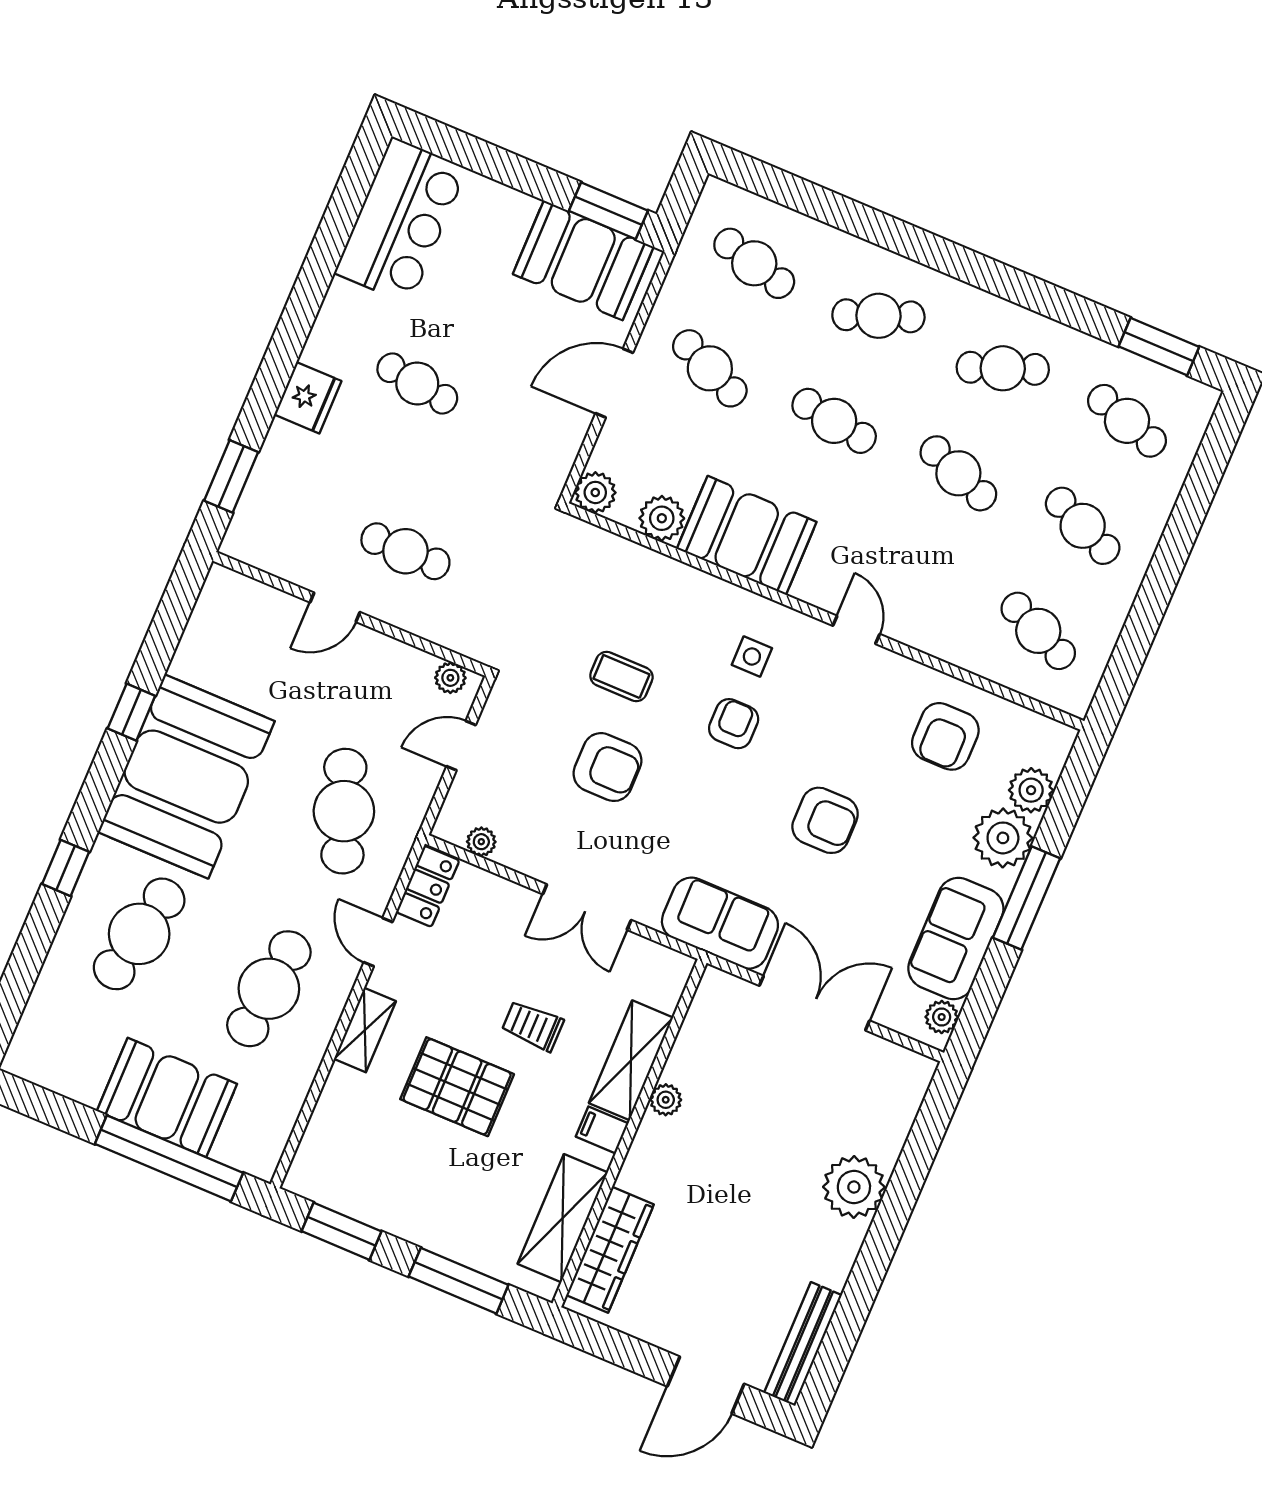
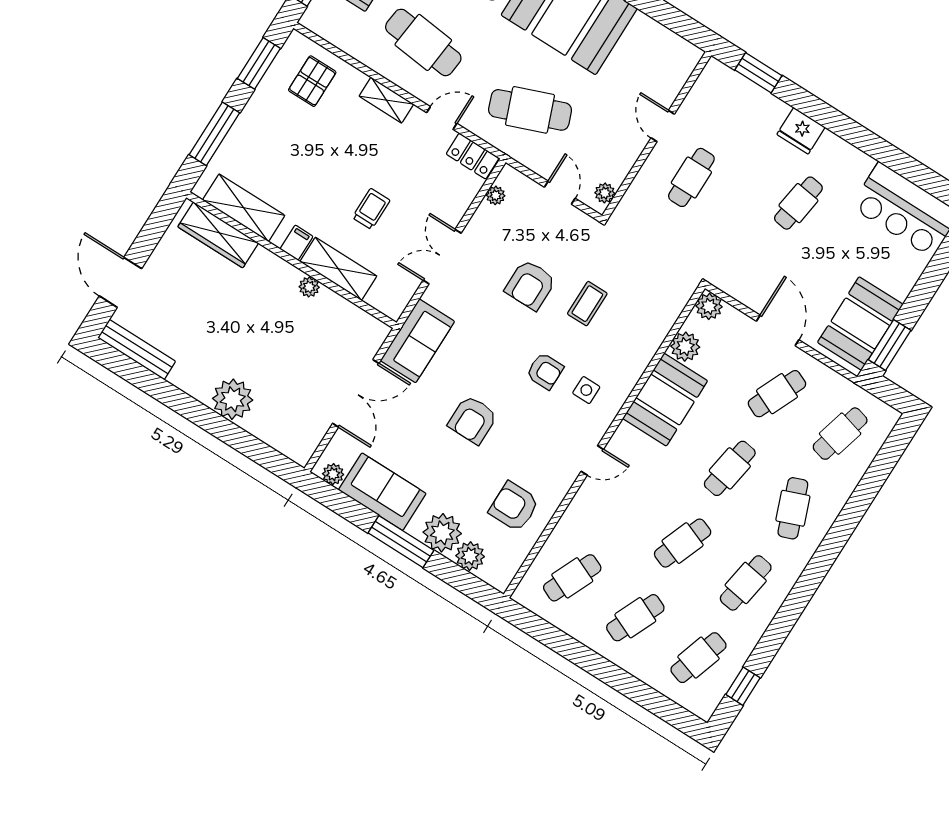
window: (1159, 347) -> (743, 686), width x0.67
cafe table: (1003, 368) -> (746, 583), turned 30
pallet: (457, 1087) -> (312, 81), moved, width x0.67, depth x0.71

